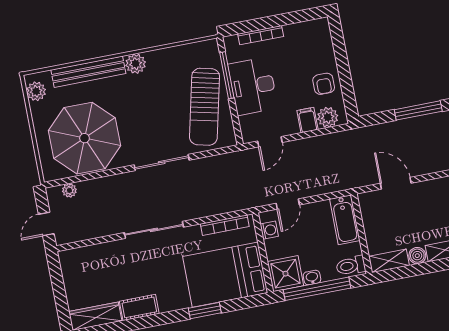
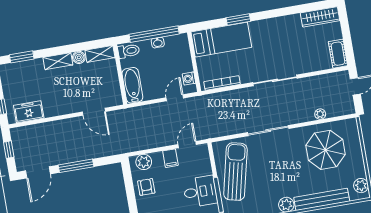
desk: (253, 86) -> (200, 192), width x0.73
filing cabinet: (307, 120) -> (170, 158), moved
parasol: (84, 138) -> (326, 150), width x0.73, depth x0.73
plant: (69, 190) -> (320, 114), moved
shower: (285, 274) -> (177, 46), removed
bed: (225, 275) -> (221, 40), width x0.67
cot: (139, 307) -> (338, 54), moved, turned 90

